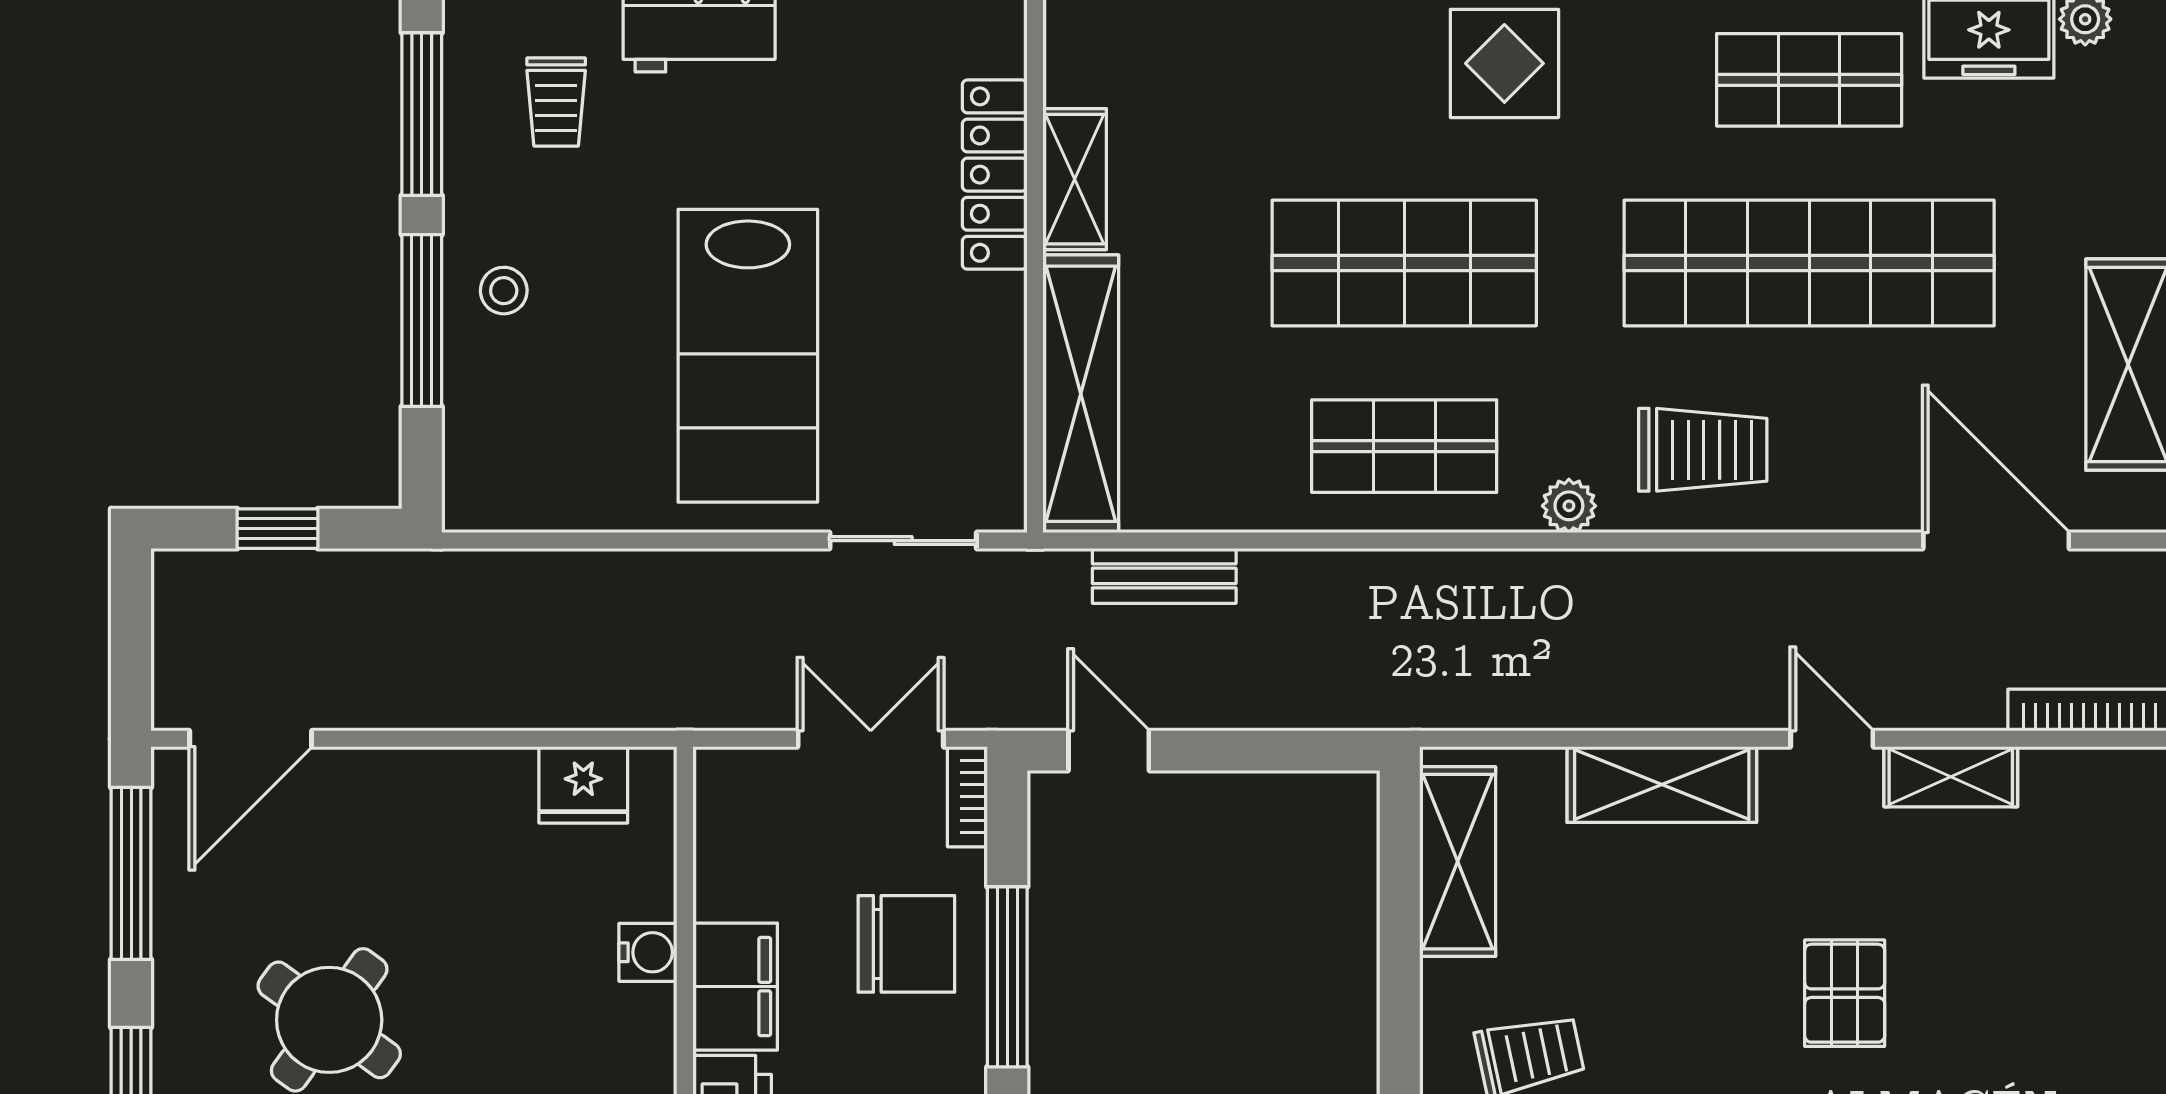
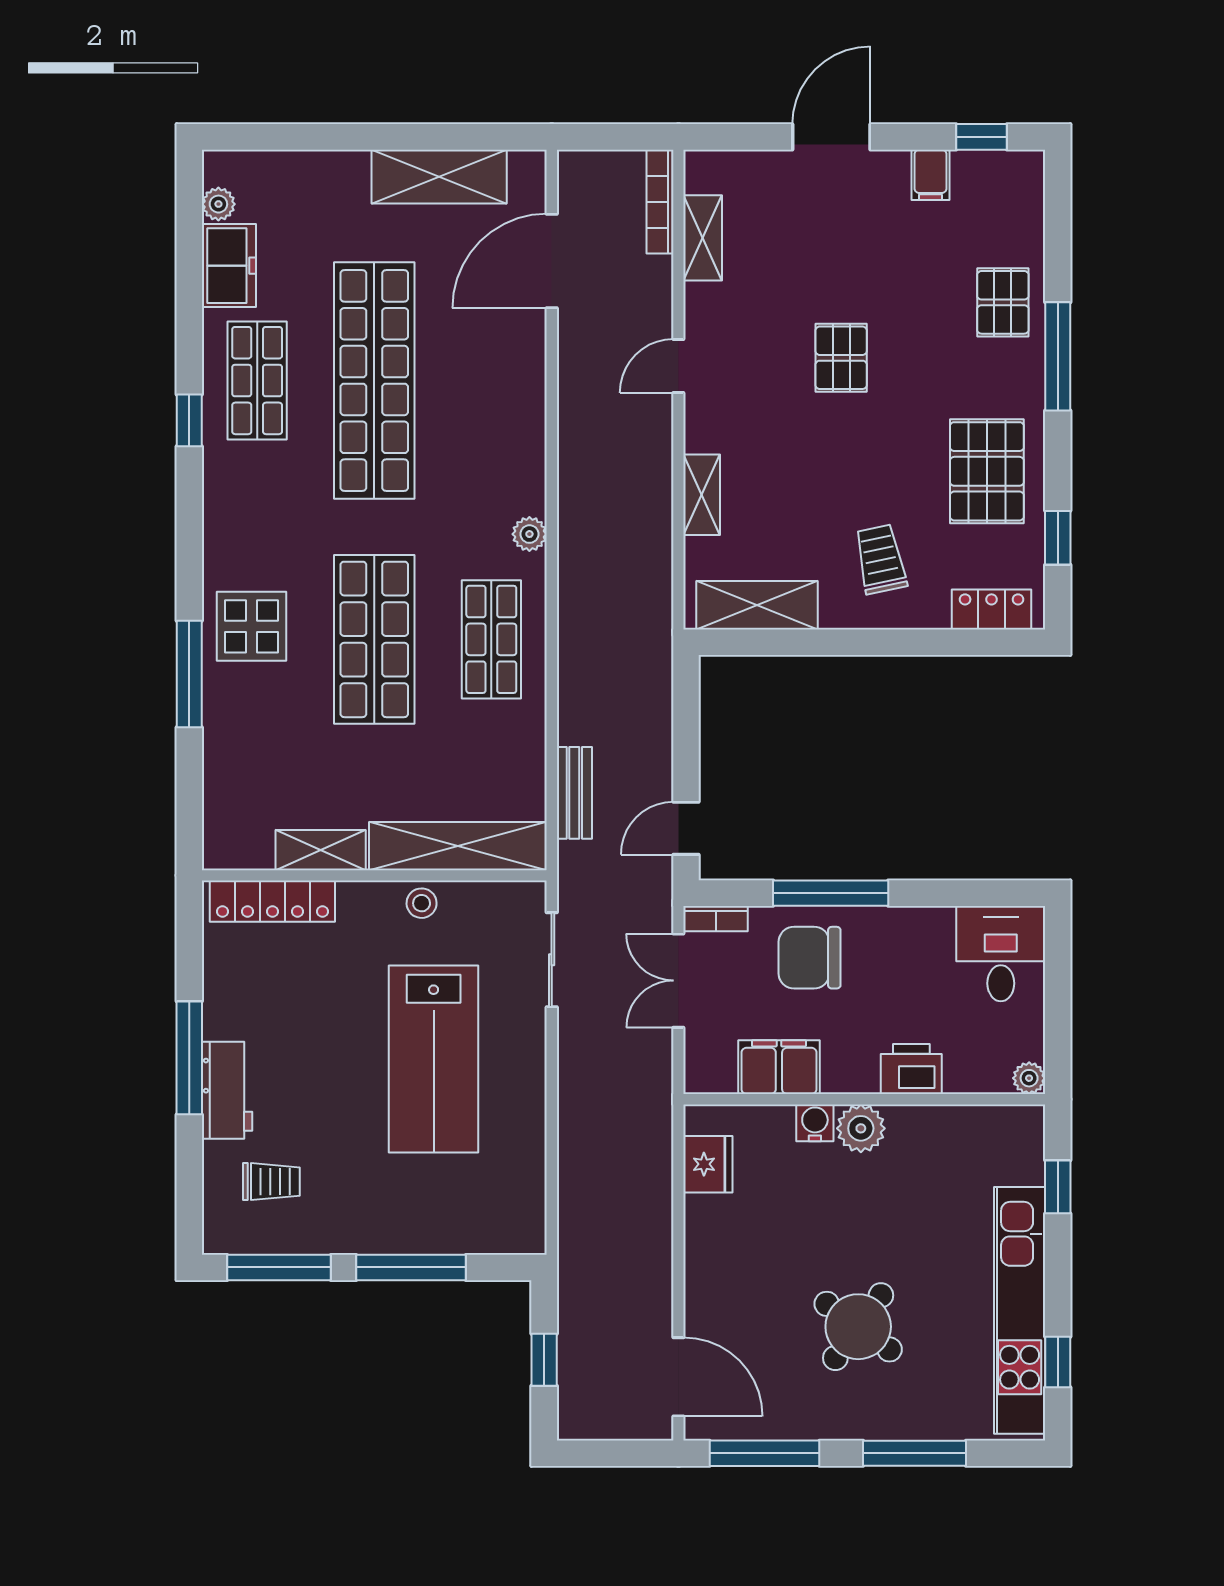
display table: (1504, 63) -> (252, 626), moved
locker: (995, 175) -> (272, 901), moved
stool: (504, 291) -> (422, 903), moved
lab bench: (748, 356) -> (434, 1059), turned 90
trolley: (1703, 450) -> (494, 448), removed
shelving: (1951, 777) -> (703, 238), moved
shelving: (1662, 785) -> (702, 495), width x0.67, depth x0.75
chair: (906, 944) -> (810, 958), turned -90
filing cabinet: (735, 987) -> (779, 1067), moved
pallet: (1845, 993) -> (841, 358), turned 90
plant: (639, 1024) -> (861, 1128), added

